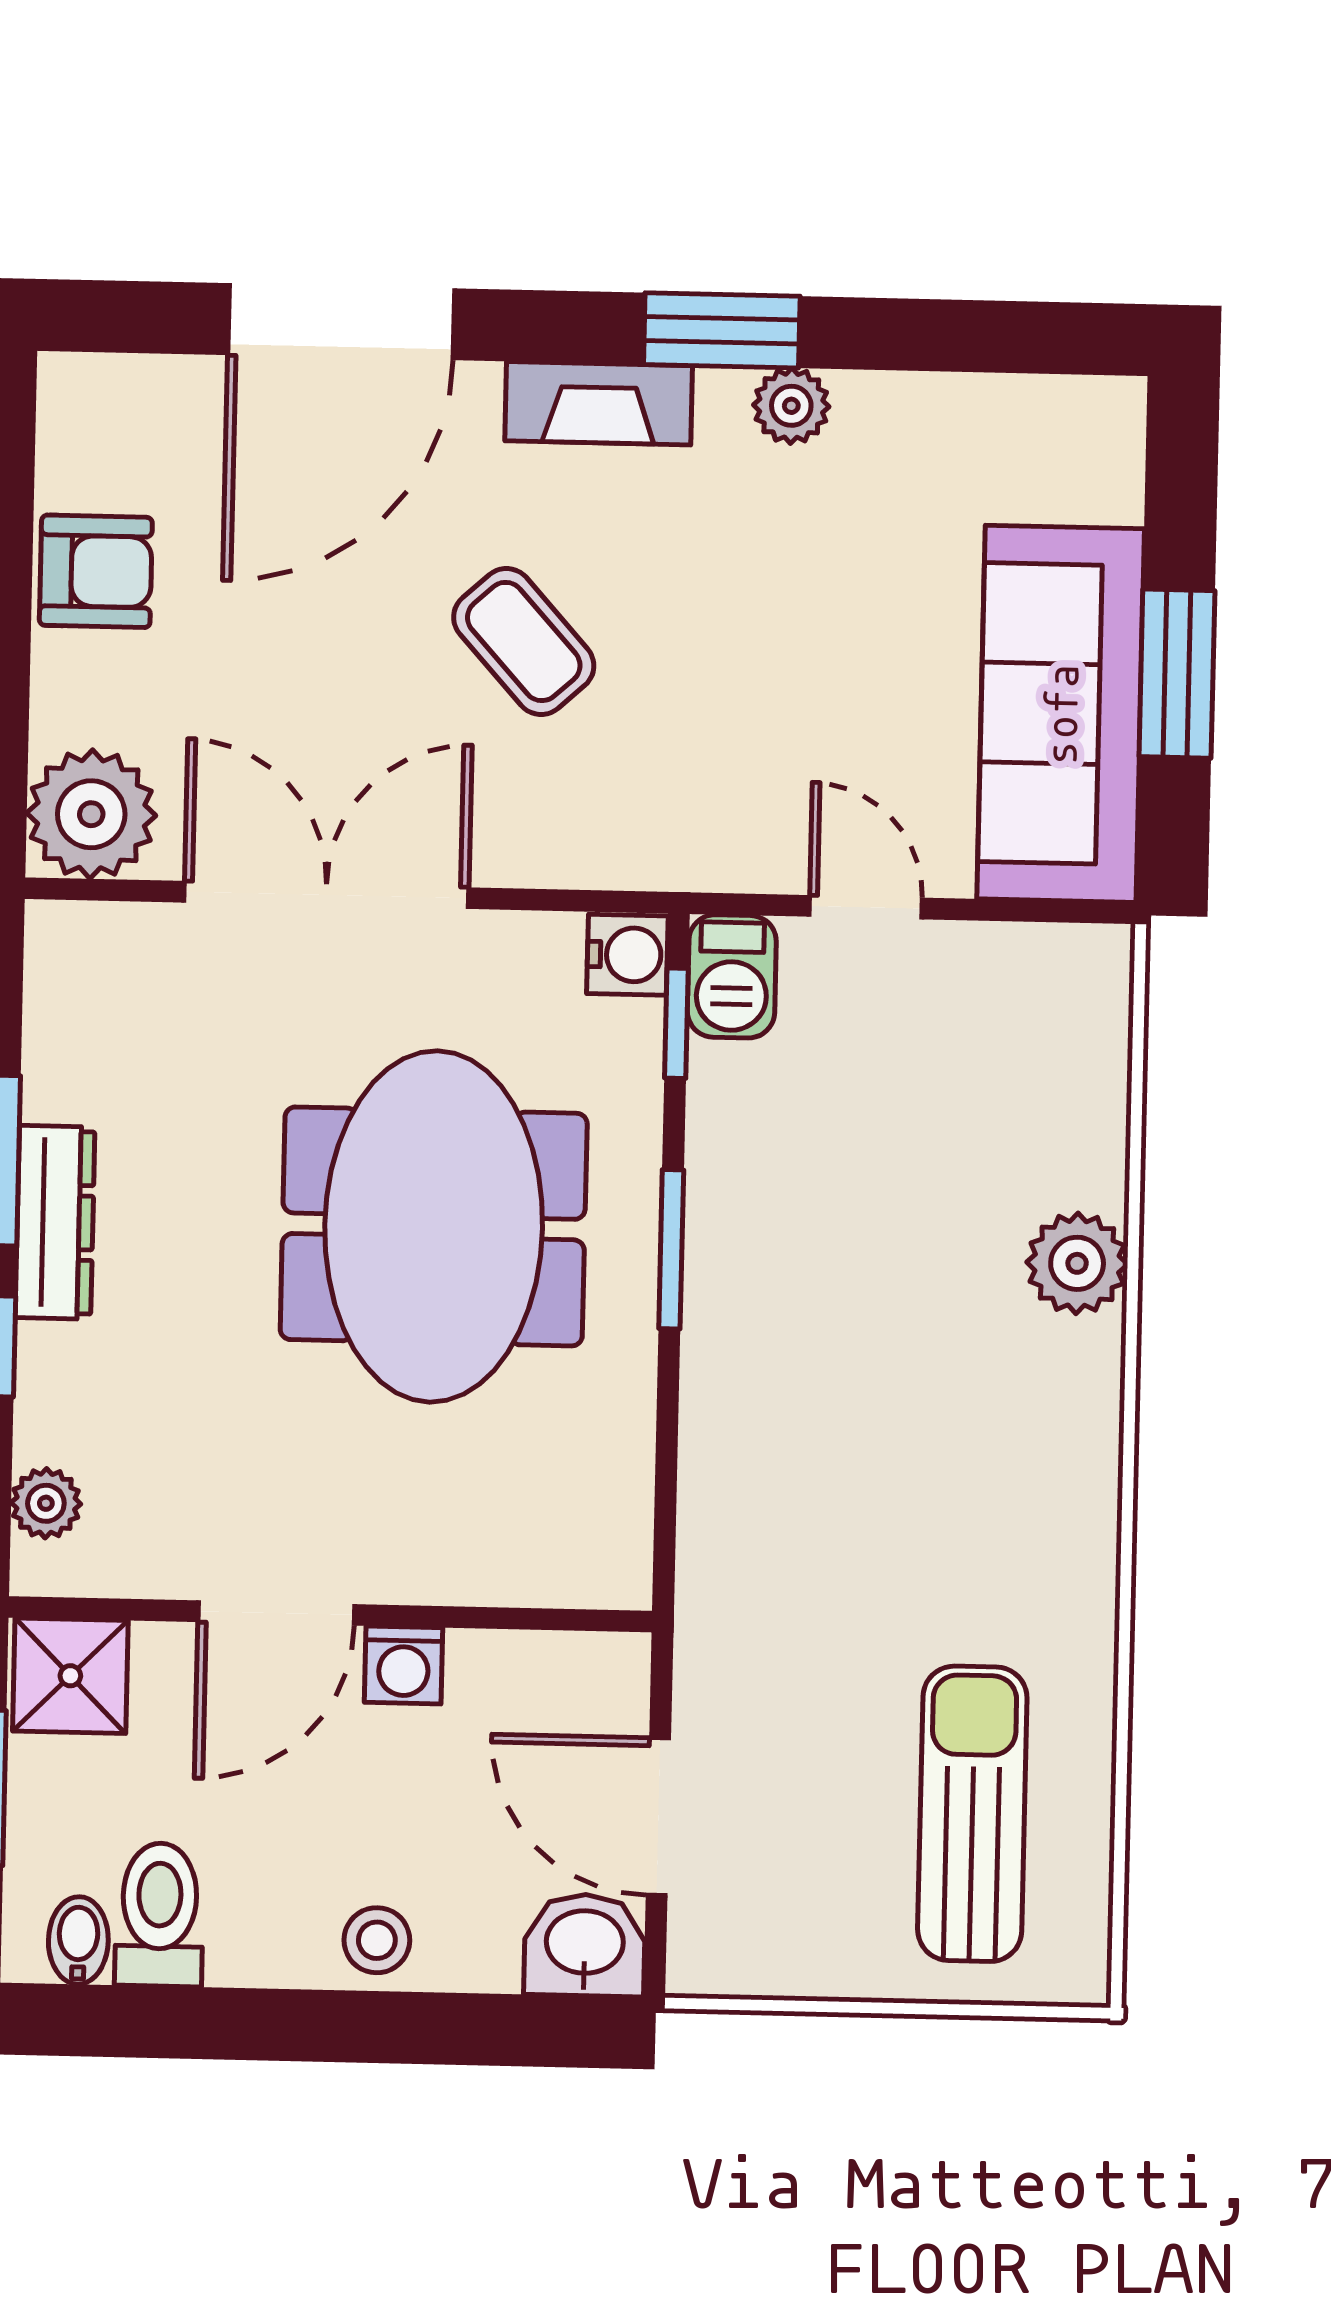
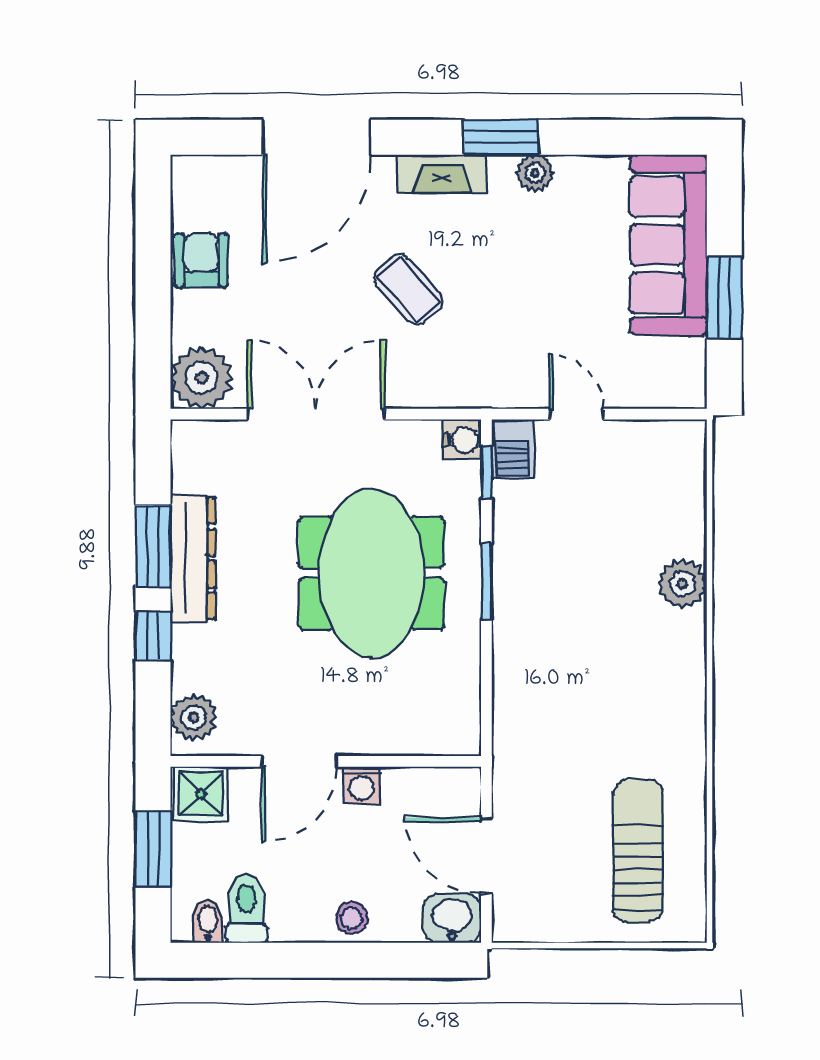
armchair: (96, 571) -> (201, 260), turned -90
sofa: (1061, 714) -> (668, 245), moved
dresser: (55, 1222) -> (193, 558), width x1.37, depth x1.24
plant: (46, 1503) -> (193, 717), width x1.38, depth x1.38

